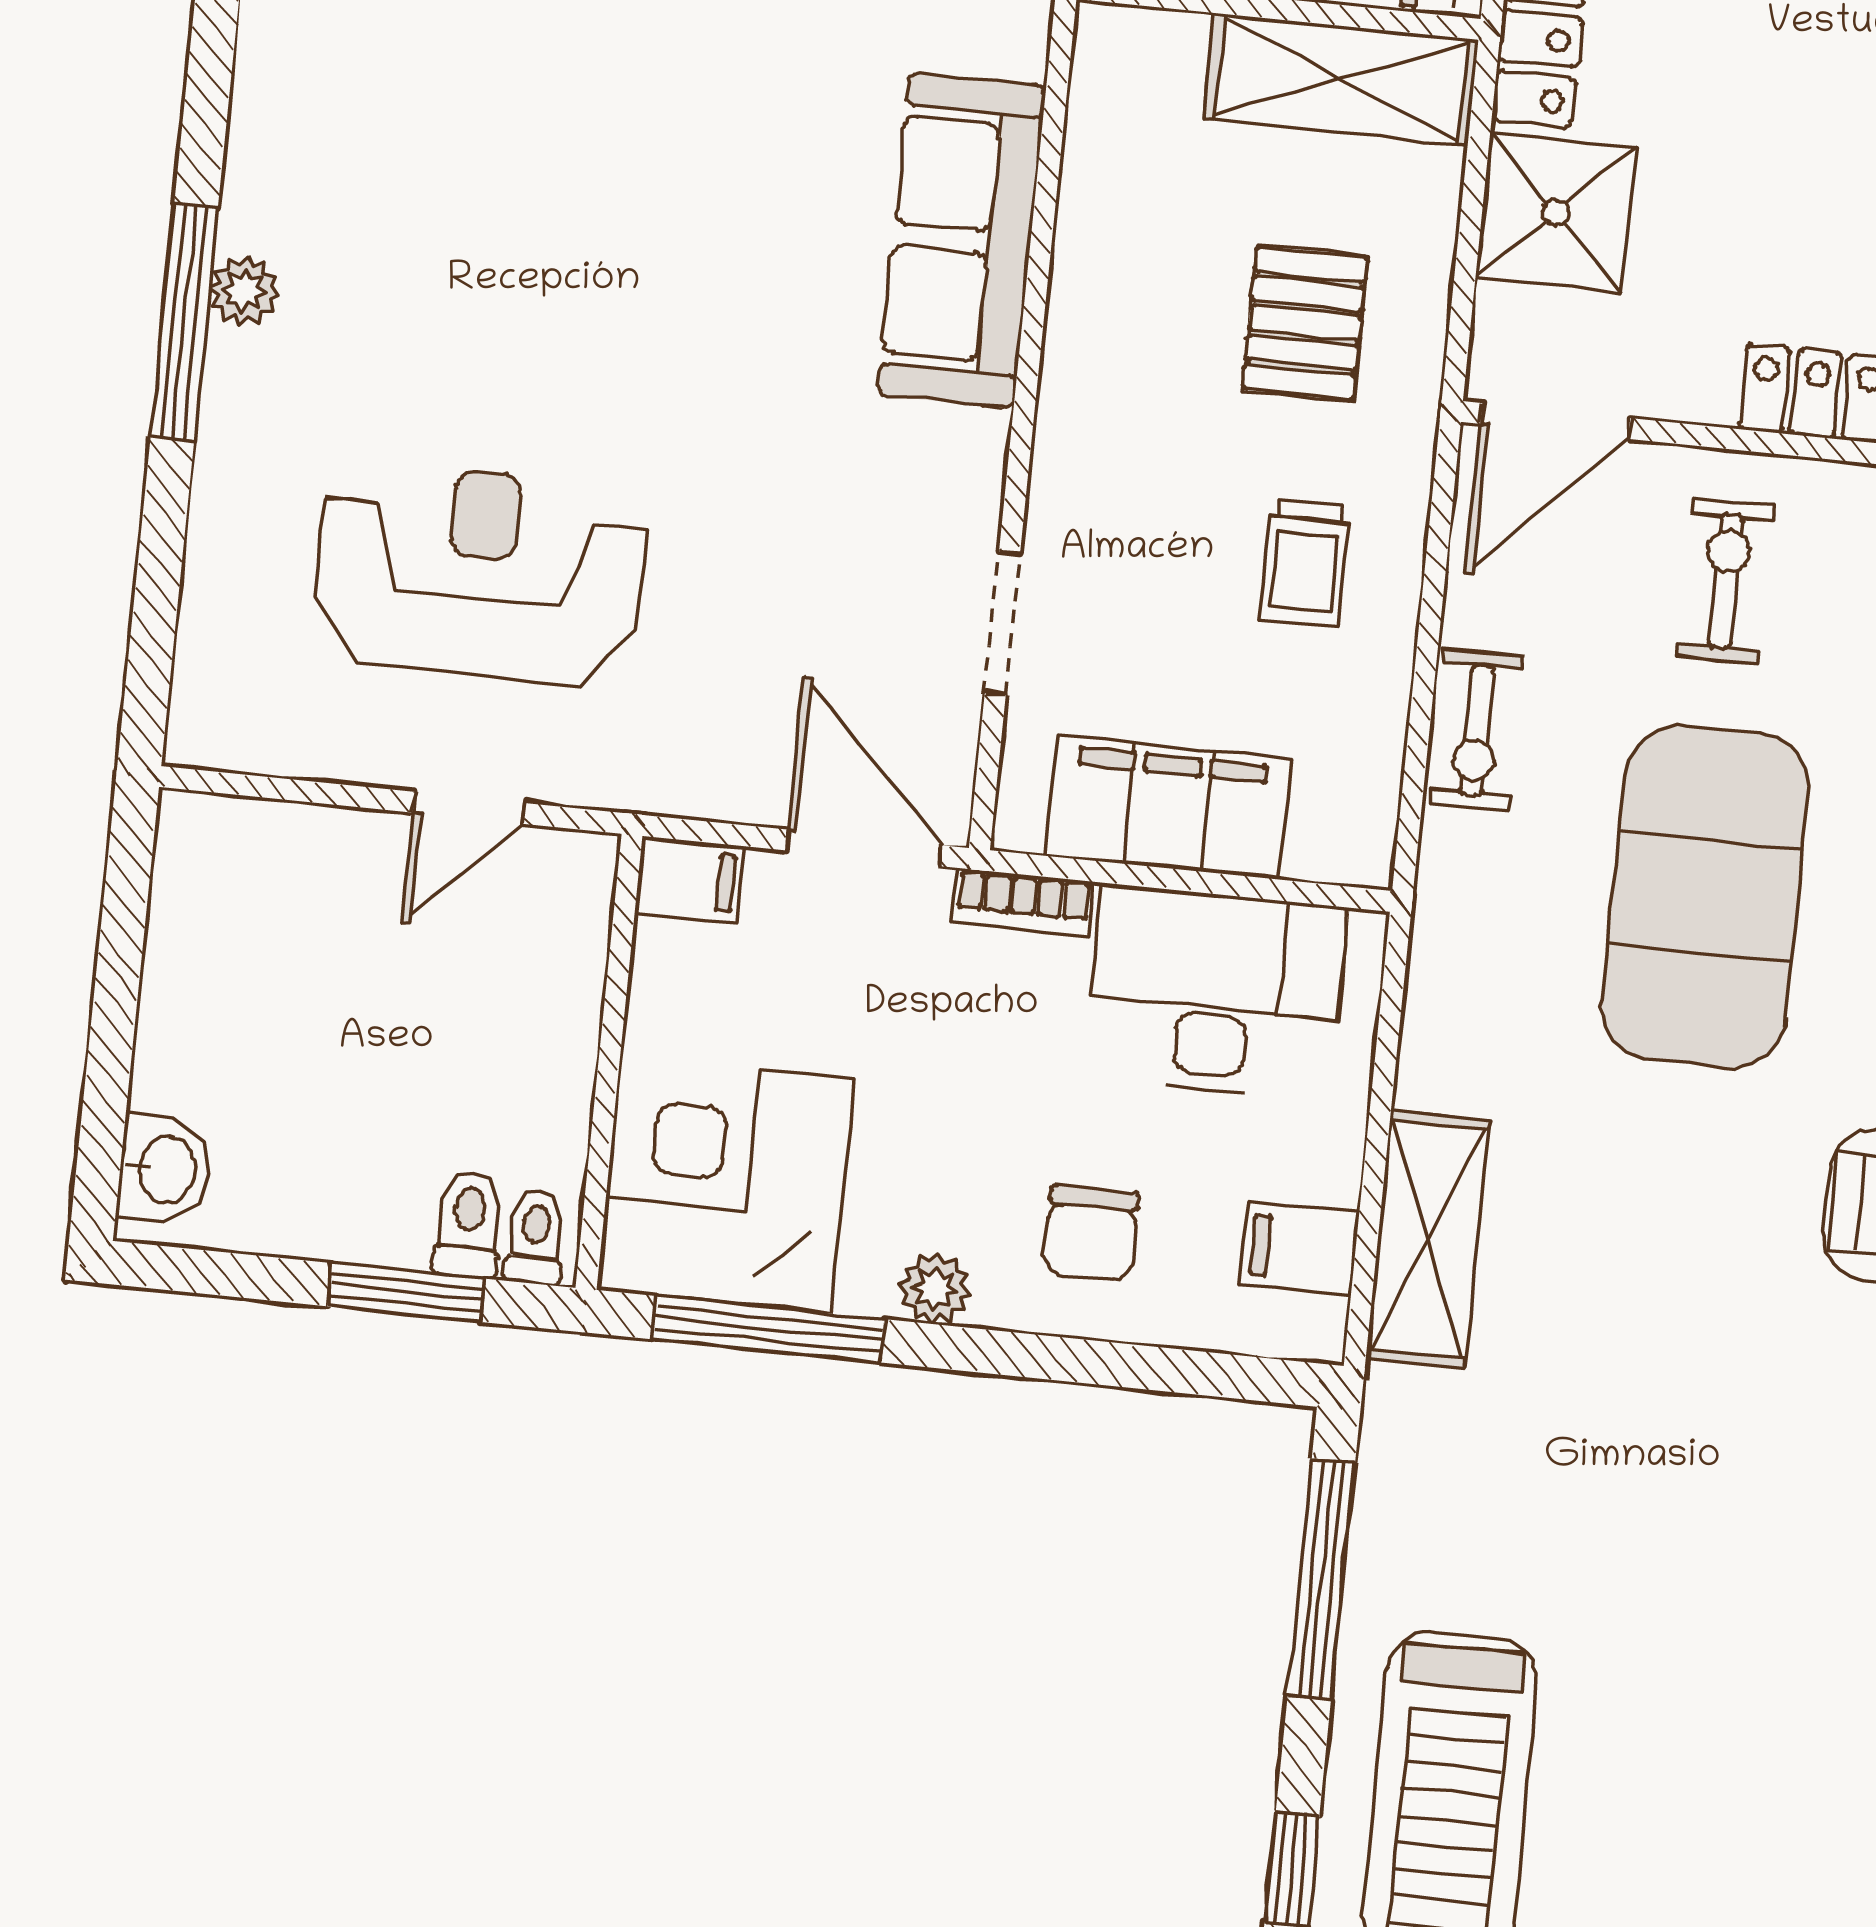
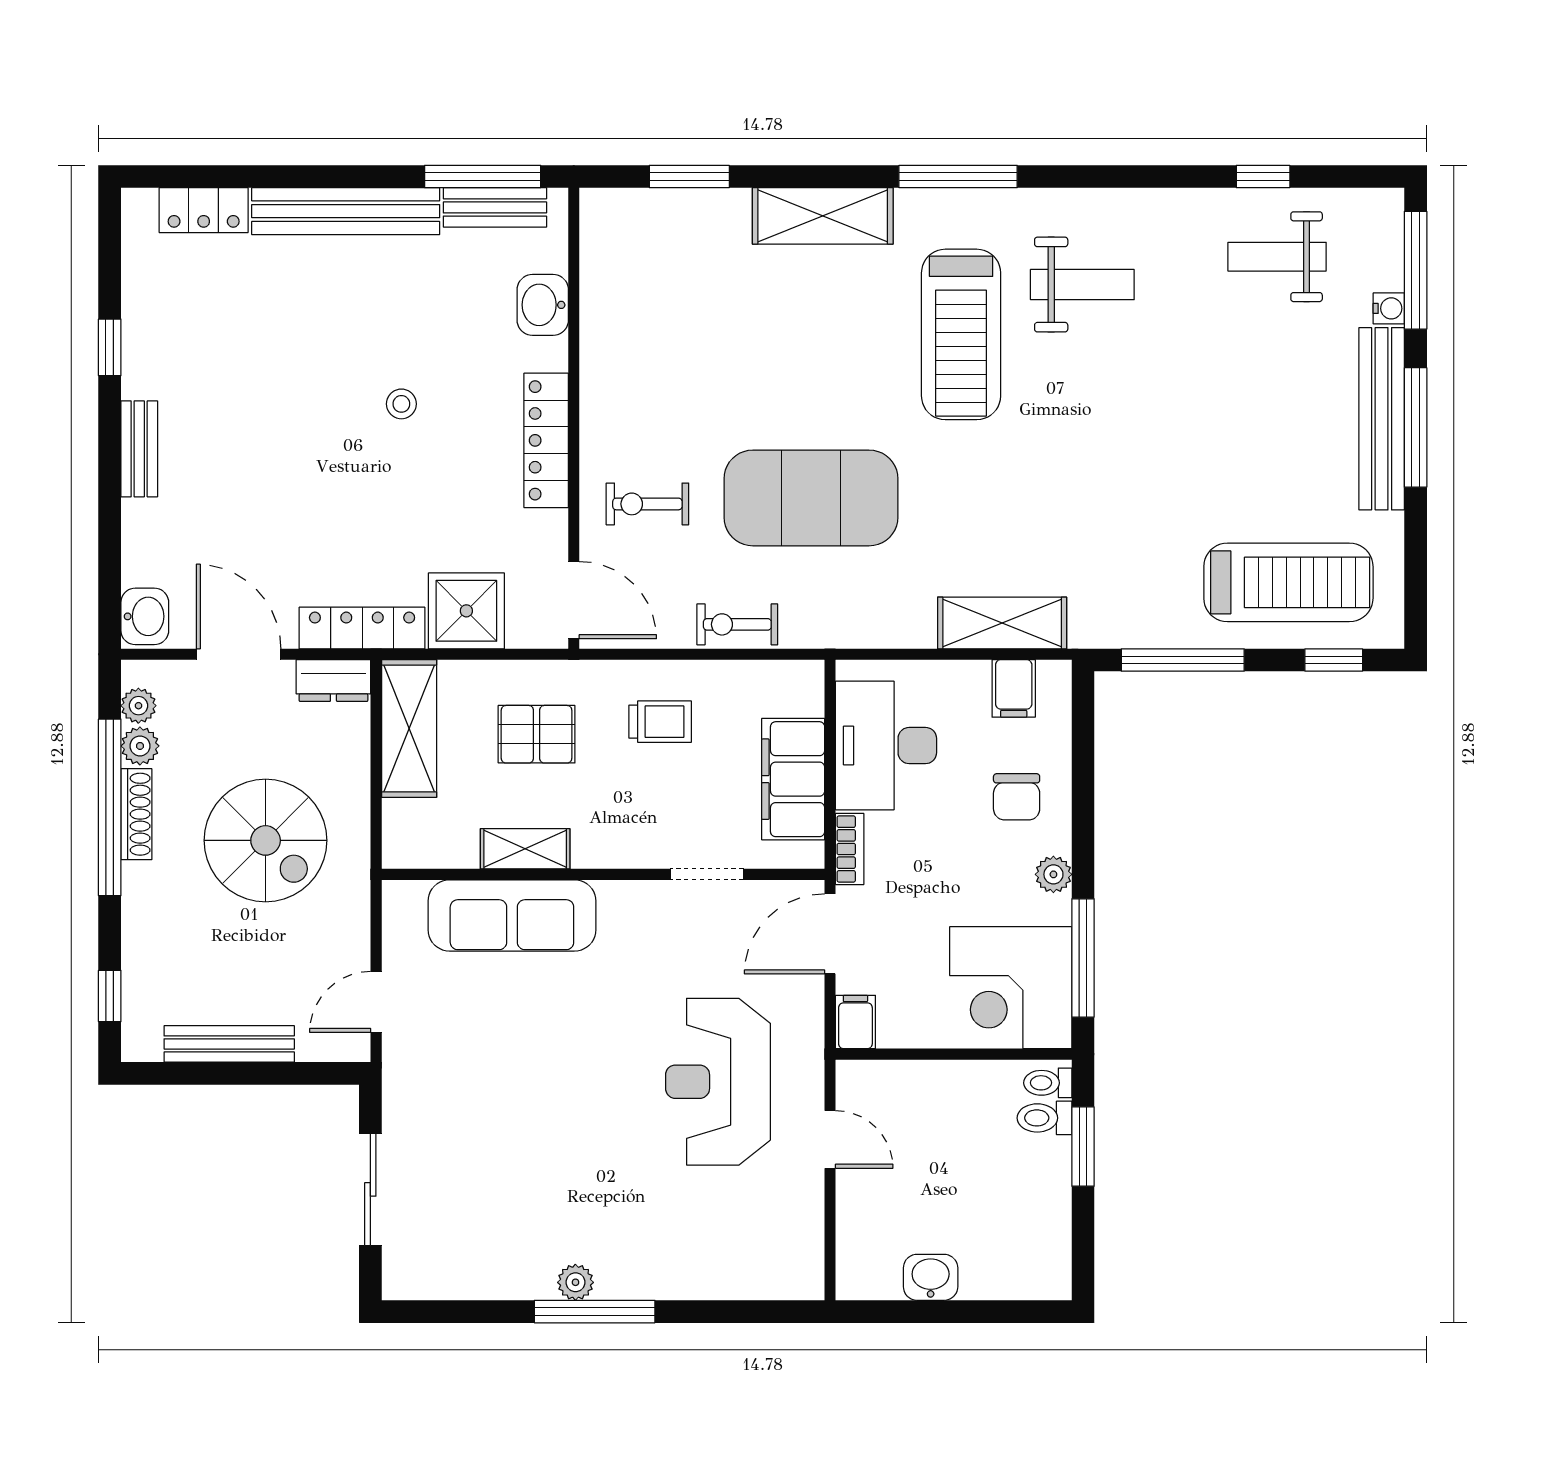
shelving: (1087, 279) -> (525, 849), added
reception desk: (480, 574) -> (718, 1082), moved
exercise bike: (1477, 730) -> (737, 624), turned 180
washbasin: (165, 1169) -> (931, 1277), moved
chair: (1091, 1233) -> (1017, 797), turned 90

